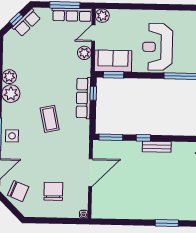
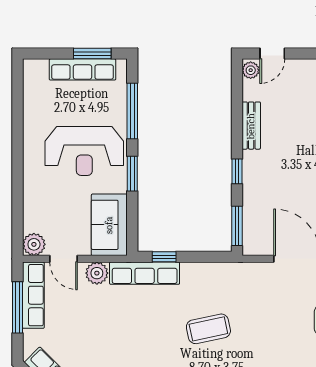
window: (114, 75) -> (132, 174), moved
row of seats: (83, 98) -> (145, 273), moved
bench: (157, 147) -> (251, 126), moved

